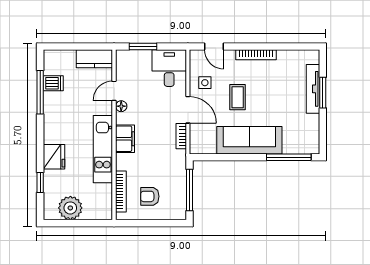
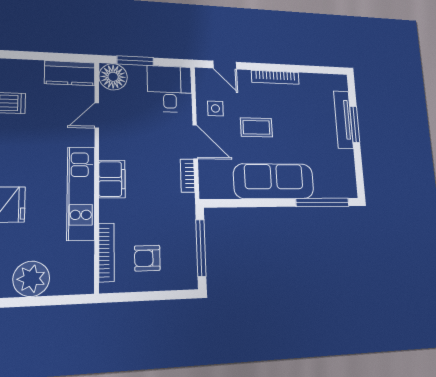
coffee table: (238, 97) -> (256, 127), turned 90
floor lamp: (121, 106) -> (113, 77), moved, width x1.89, depth x1.89

